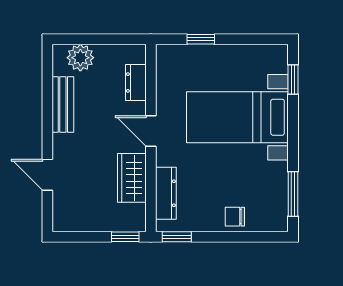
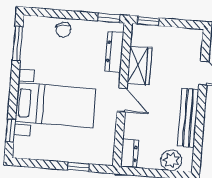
dresser: (136, 83) -> (129, 153), moved
bench: (63, 105) -> (188, 118), width x1.36
chair: (235, 217) -> (63, 30), turned 78

